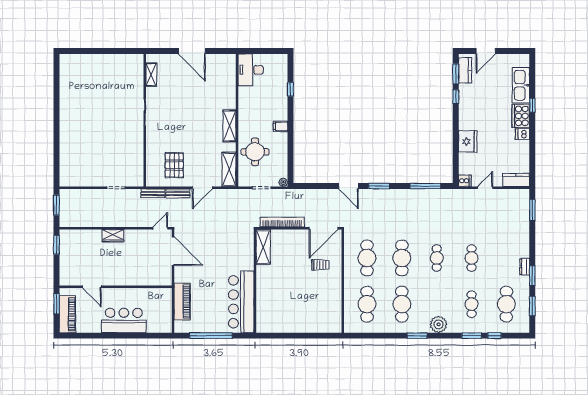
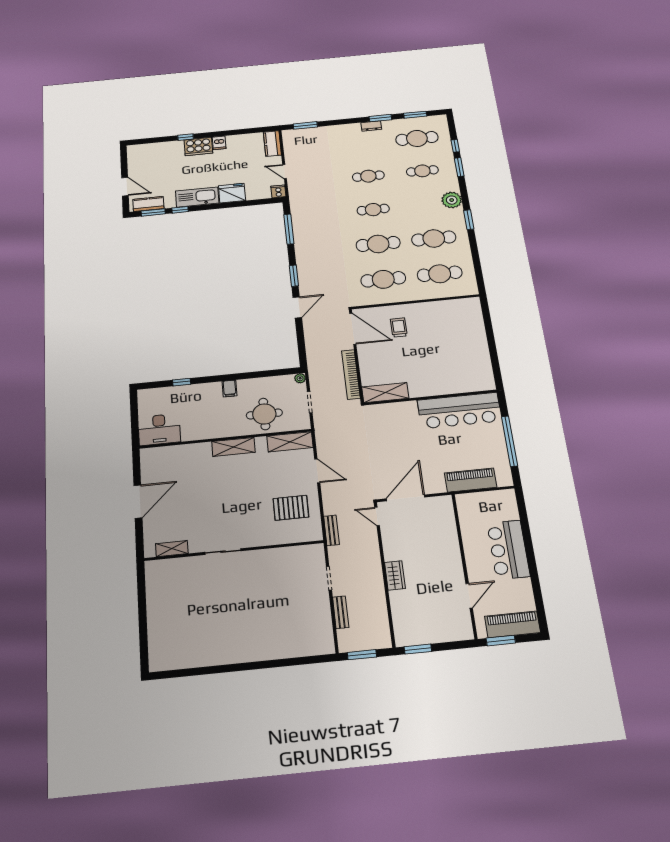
kitchen sink: (521, 85) -> (197, 197), moved, turned 180
bench: (178, 193) -> (341, 612), moved

